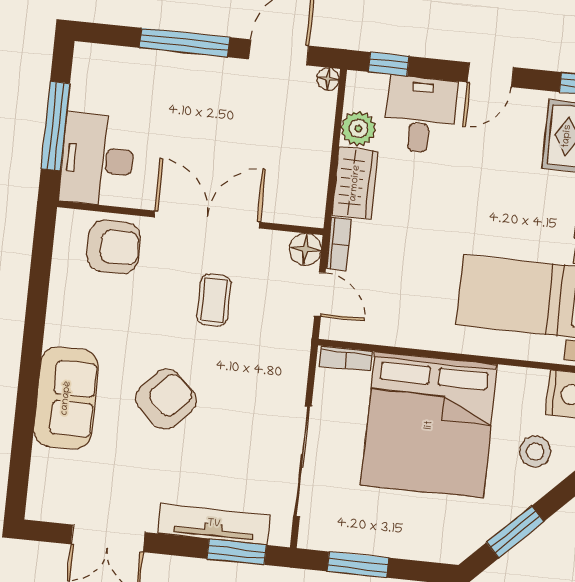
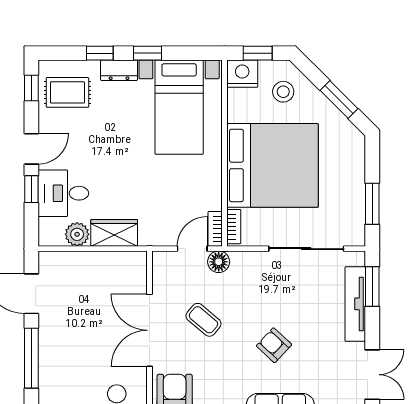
window: (389, 64) -> (31, 189), moved
door: (490, 75) -> (31, 149), hinge flipped
floor lamp: (328, 79) -> (46, 258), removed
bookcase: (339, 244) -> (215, 229), moved, turned -90
floor lamp: (305, 249) -> (219, 262), moved
coffee table: (214, 300) -> (203, 320), turned 40
armchair: (166, 399) -> (274, 345), width x0.72, depth x0.72

